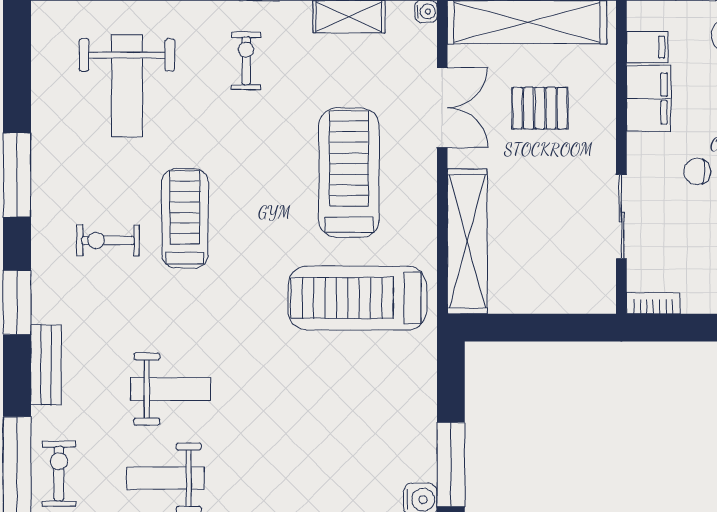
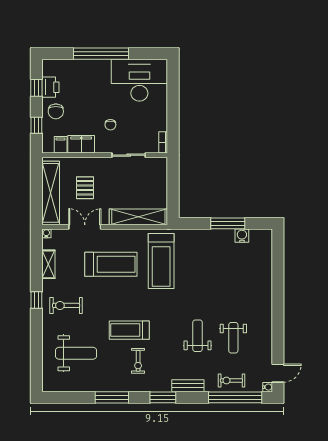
exercise bike: (246, 61) -> (66, 305), width x1.38, depth x1.39
treadmill: (349, 173) -> (111, 264), turned 180

